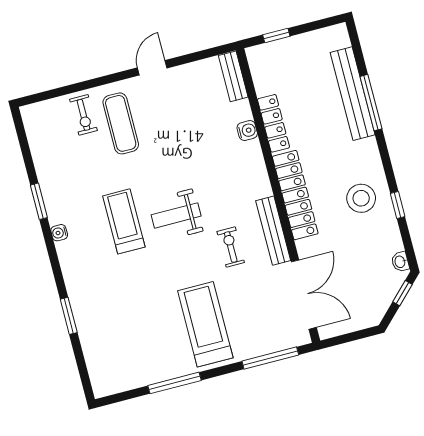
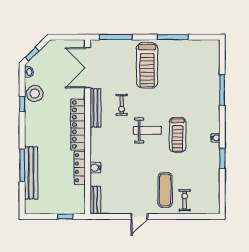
stool: (361, 198) -> (35, 94), moved
window: (69, 316) -> (222, 90), width x1.44

